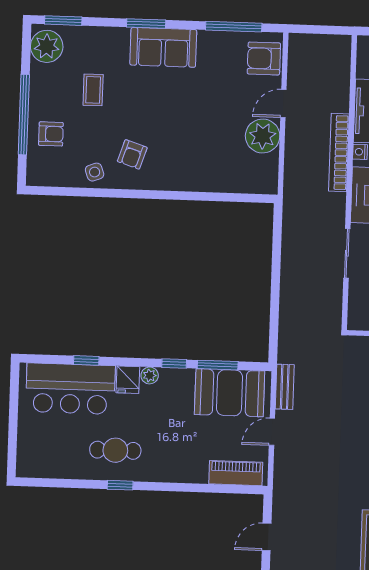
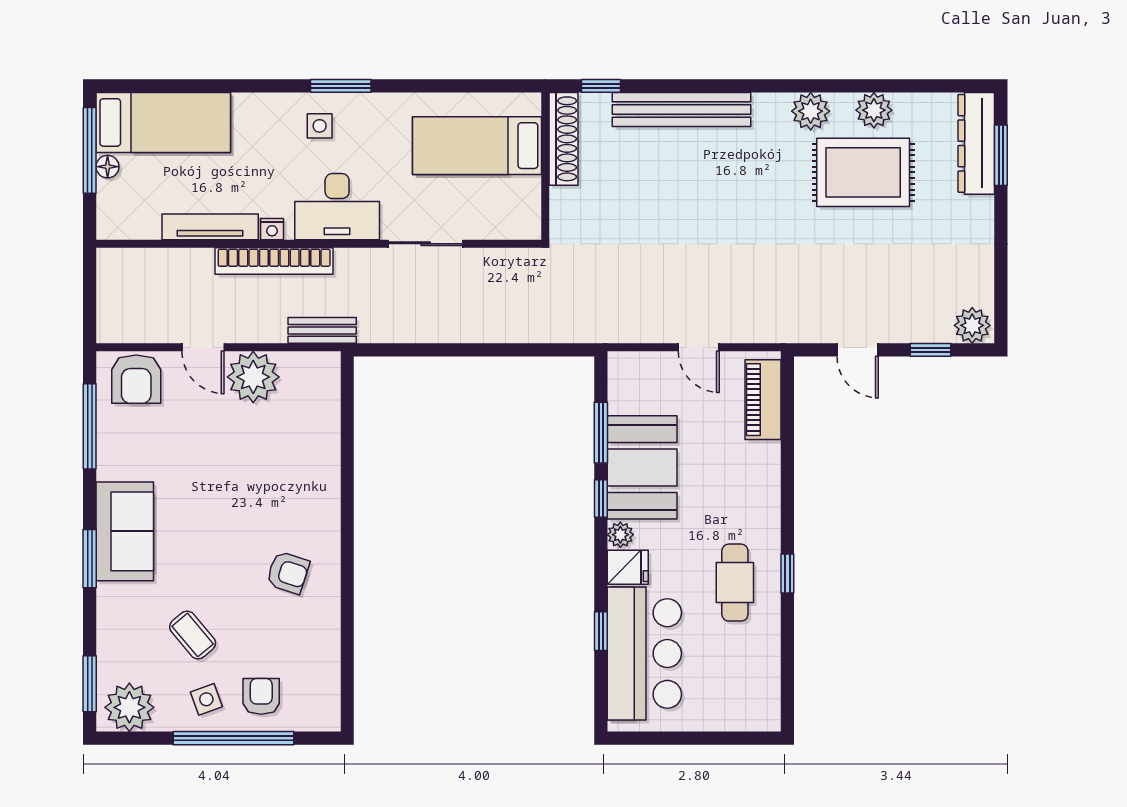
coffee table: (93, 90) -> (193, 635), turned 50
side table: (95, 172) -> (206, 699), moved
bench: (285, 387) -> (322, 330), moved
booth: (230, 393) -> (642, 467), moved

